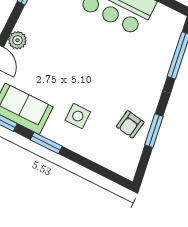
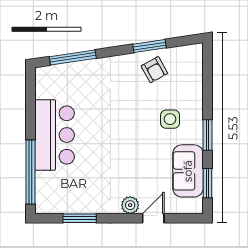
armchair: (130, 124) -> (154, 70), turned 52

